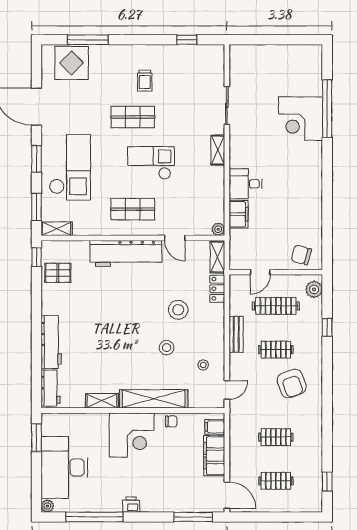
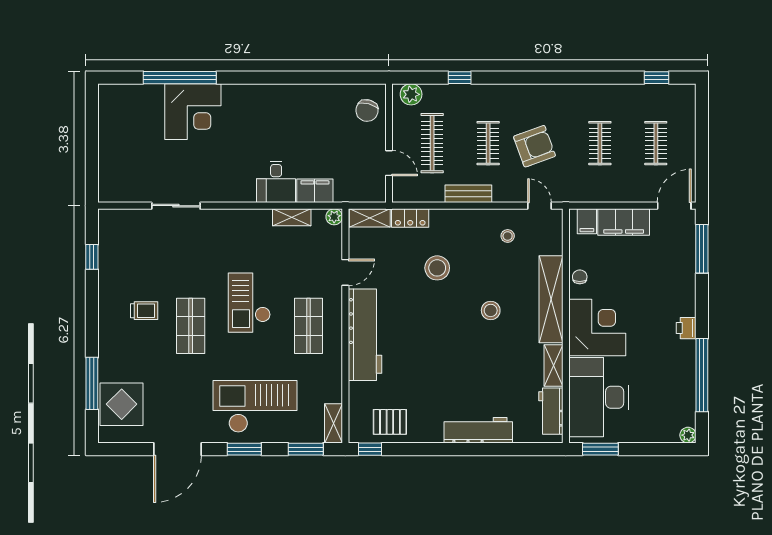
shelving: (218, 150) -> (292, 217), moved
pallet: (58, 273) -> (390, 422), turned 90
stool: (167, 348) -> (491, 310), moved
armchair: (292, 384) -> (534, 146), moved
workbench: (51, 388) -> (551, 411), moved, turned -90
desk: (64, 467) -> (599, 397), moved, turned 90

